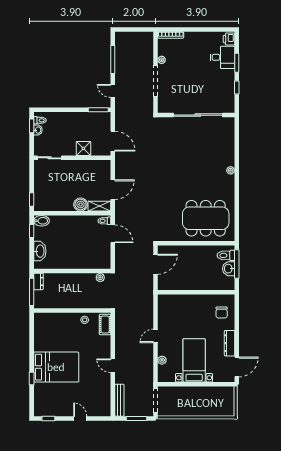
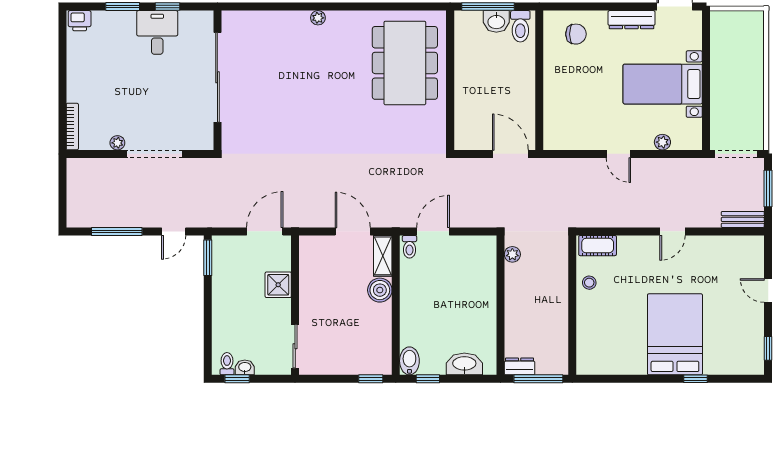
desk: (222, 57) -> (157, 32), moved
toilet: (226, 255) -> (520, 26), moved
door: (156, 264) -> (510, 154), moved
bench: (119, 400) -> (743, 219), width x0.73
door: (80, 418) -> (768, 291), hinge flipped

